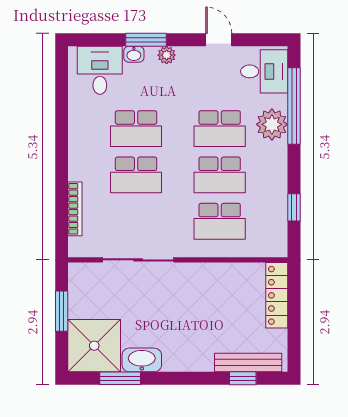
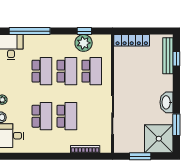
plant: (272, 124) -> (84, 43), moved
washbasin: (142, 360) -> (166, 102), moved

